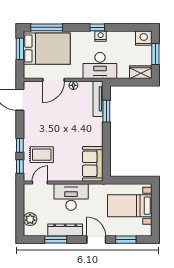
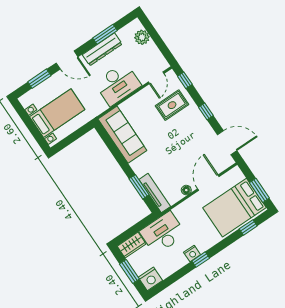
window: (47, 27) -> (248, 227), width x0.46
desk: (100, 66) -> (163, 233), moved
window: (20, 145) -> (206, 111), moved
sofa: (93, 164) -> (122, 135), width x1.36

